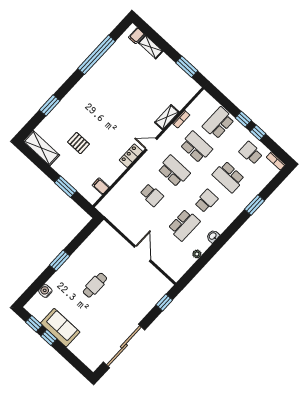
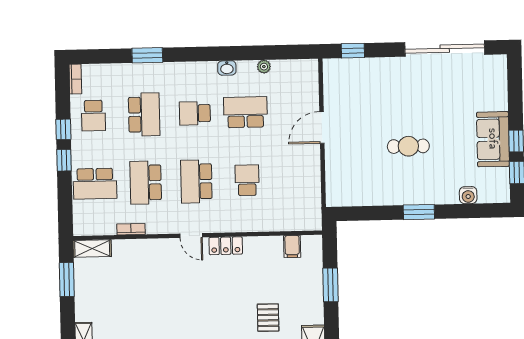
shelving: (167, 117) -> (92, 249), moved

